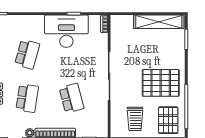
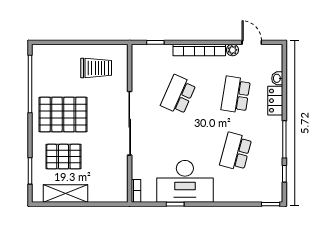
shelving: (159, 22) -> (66, 194), width x0.68
school desk: (72, 98) -> (178, 95), turned 39
trolley: (135, 119) -> (96, 68), turned 90
pallet: (168, 120) -> (63, 157), moved, turned 90

